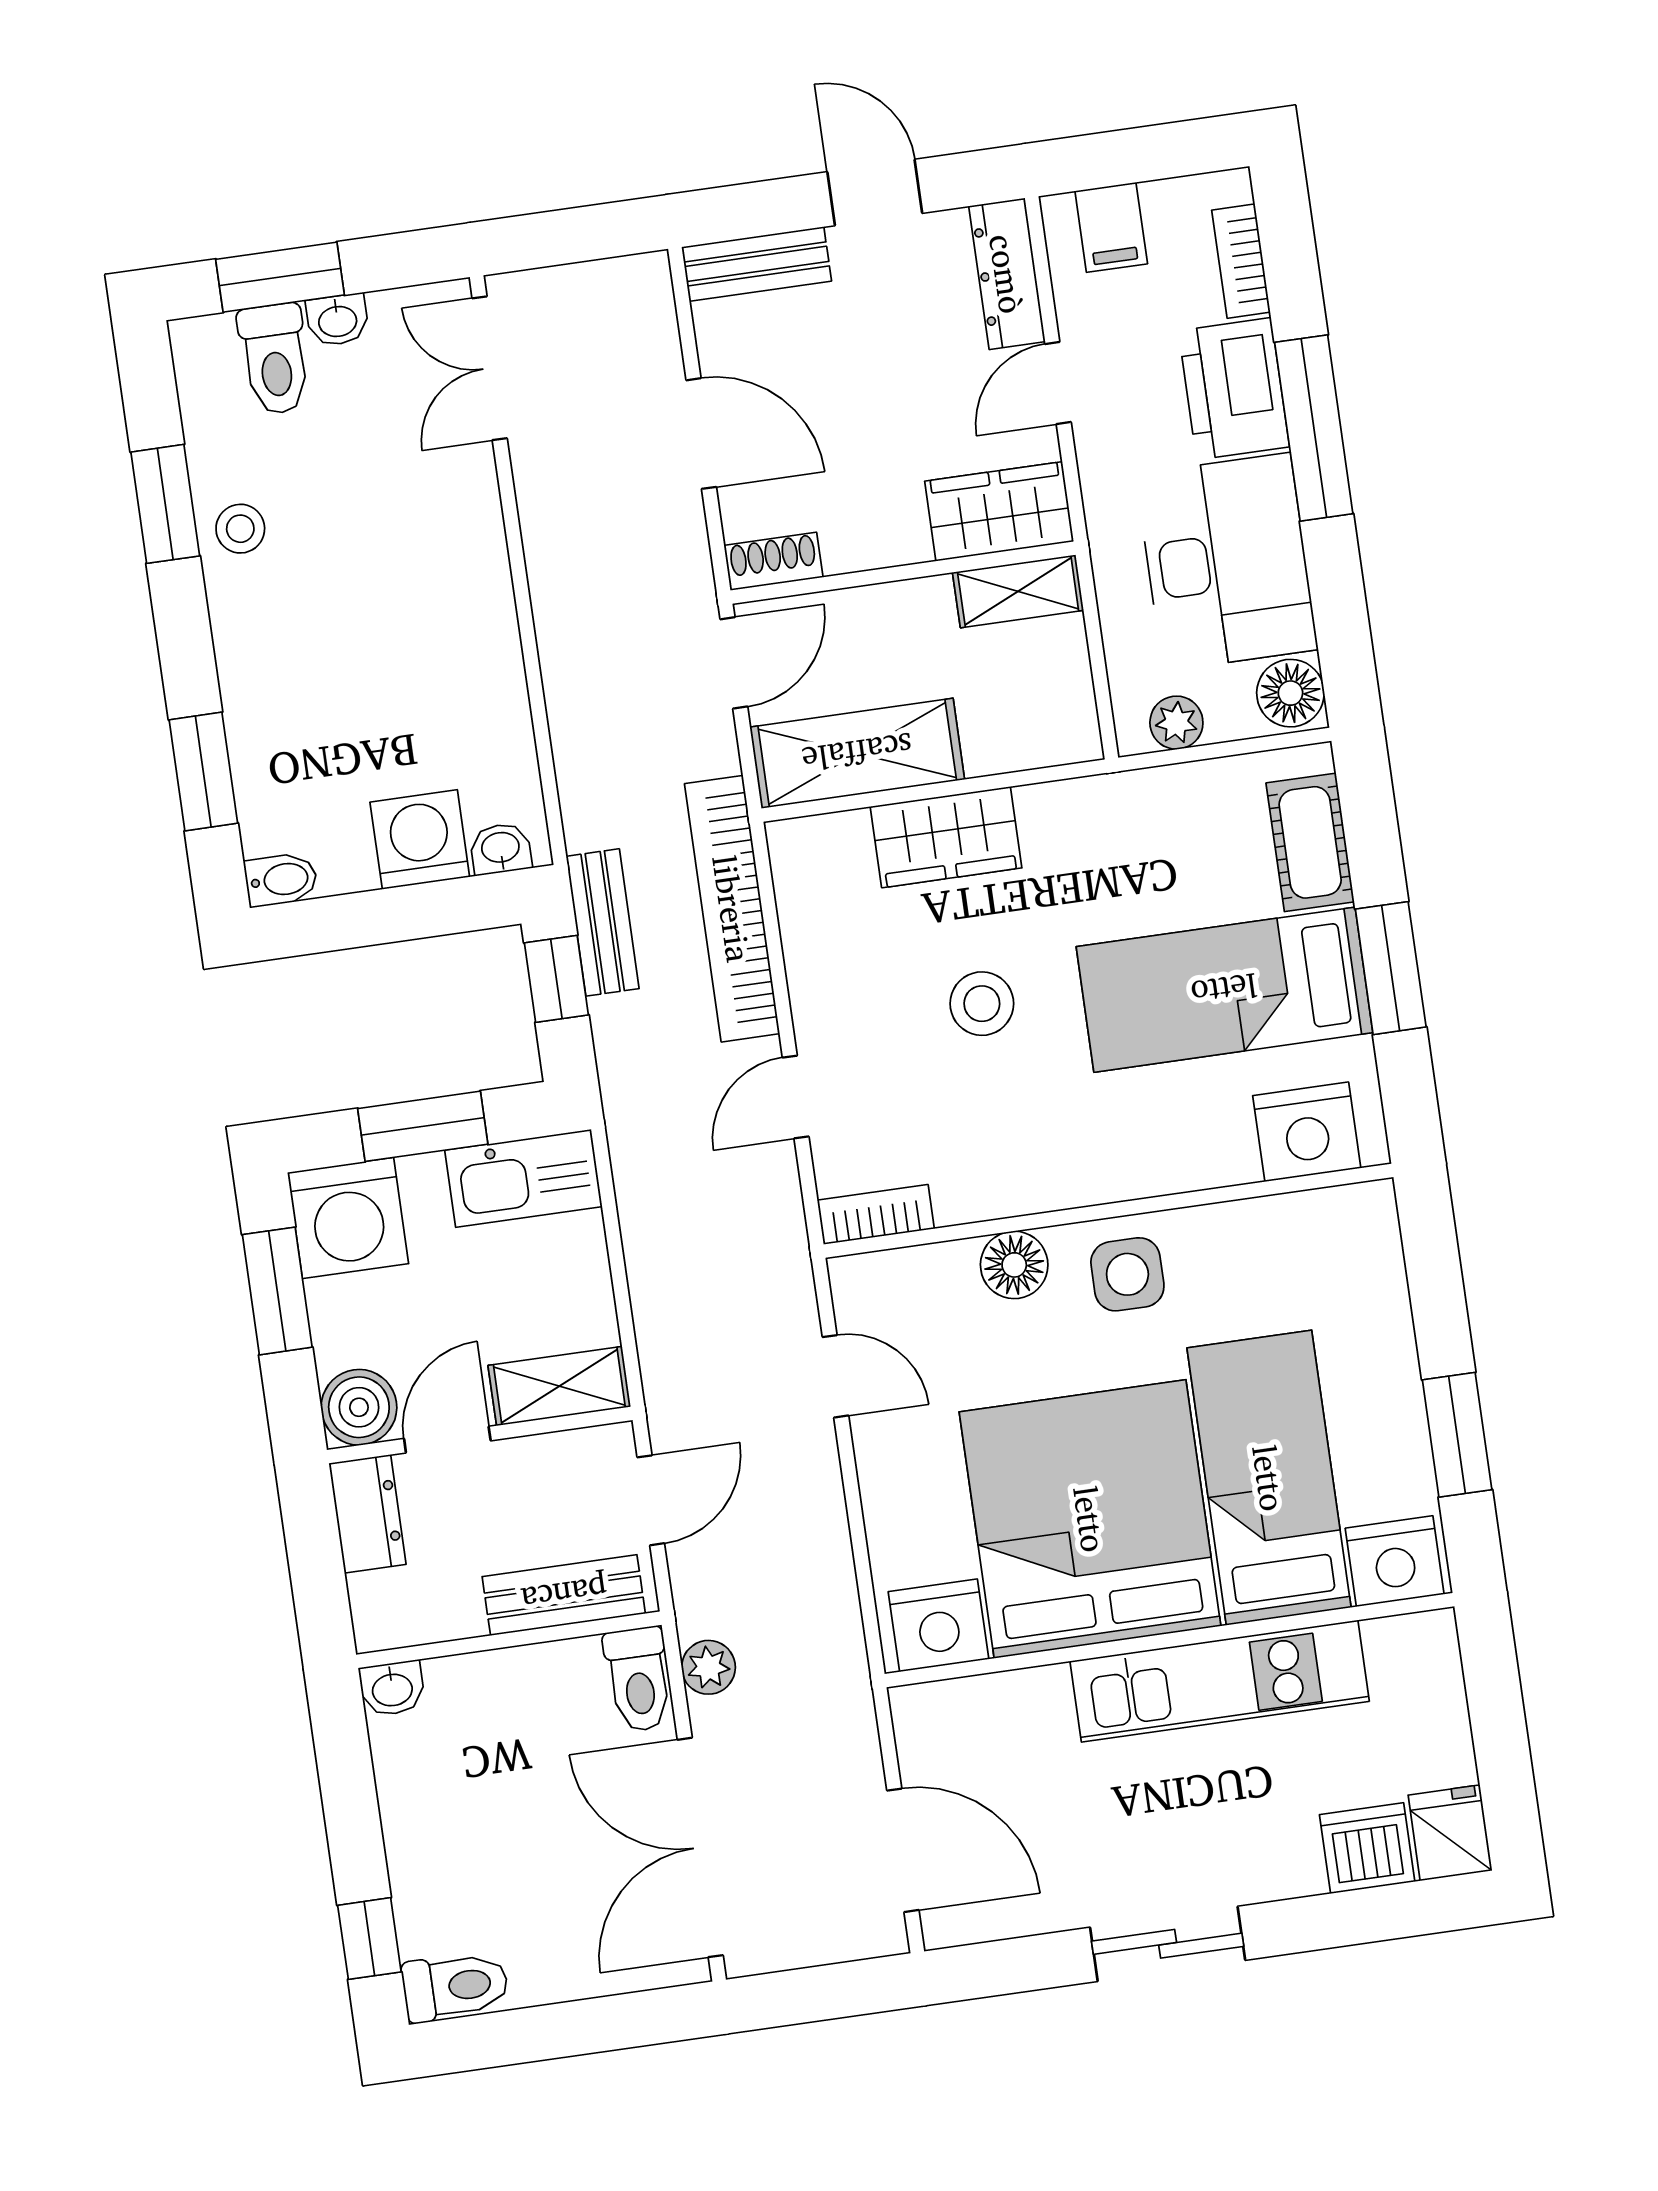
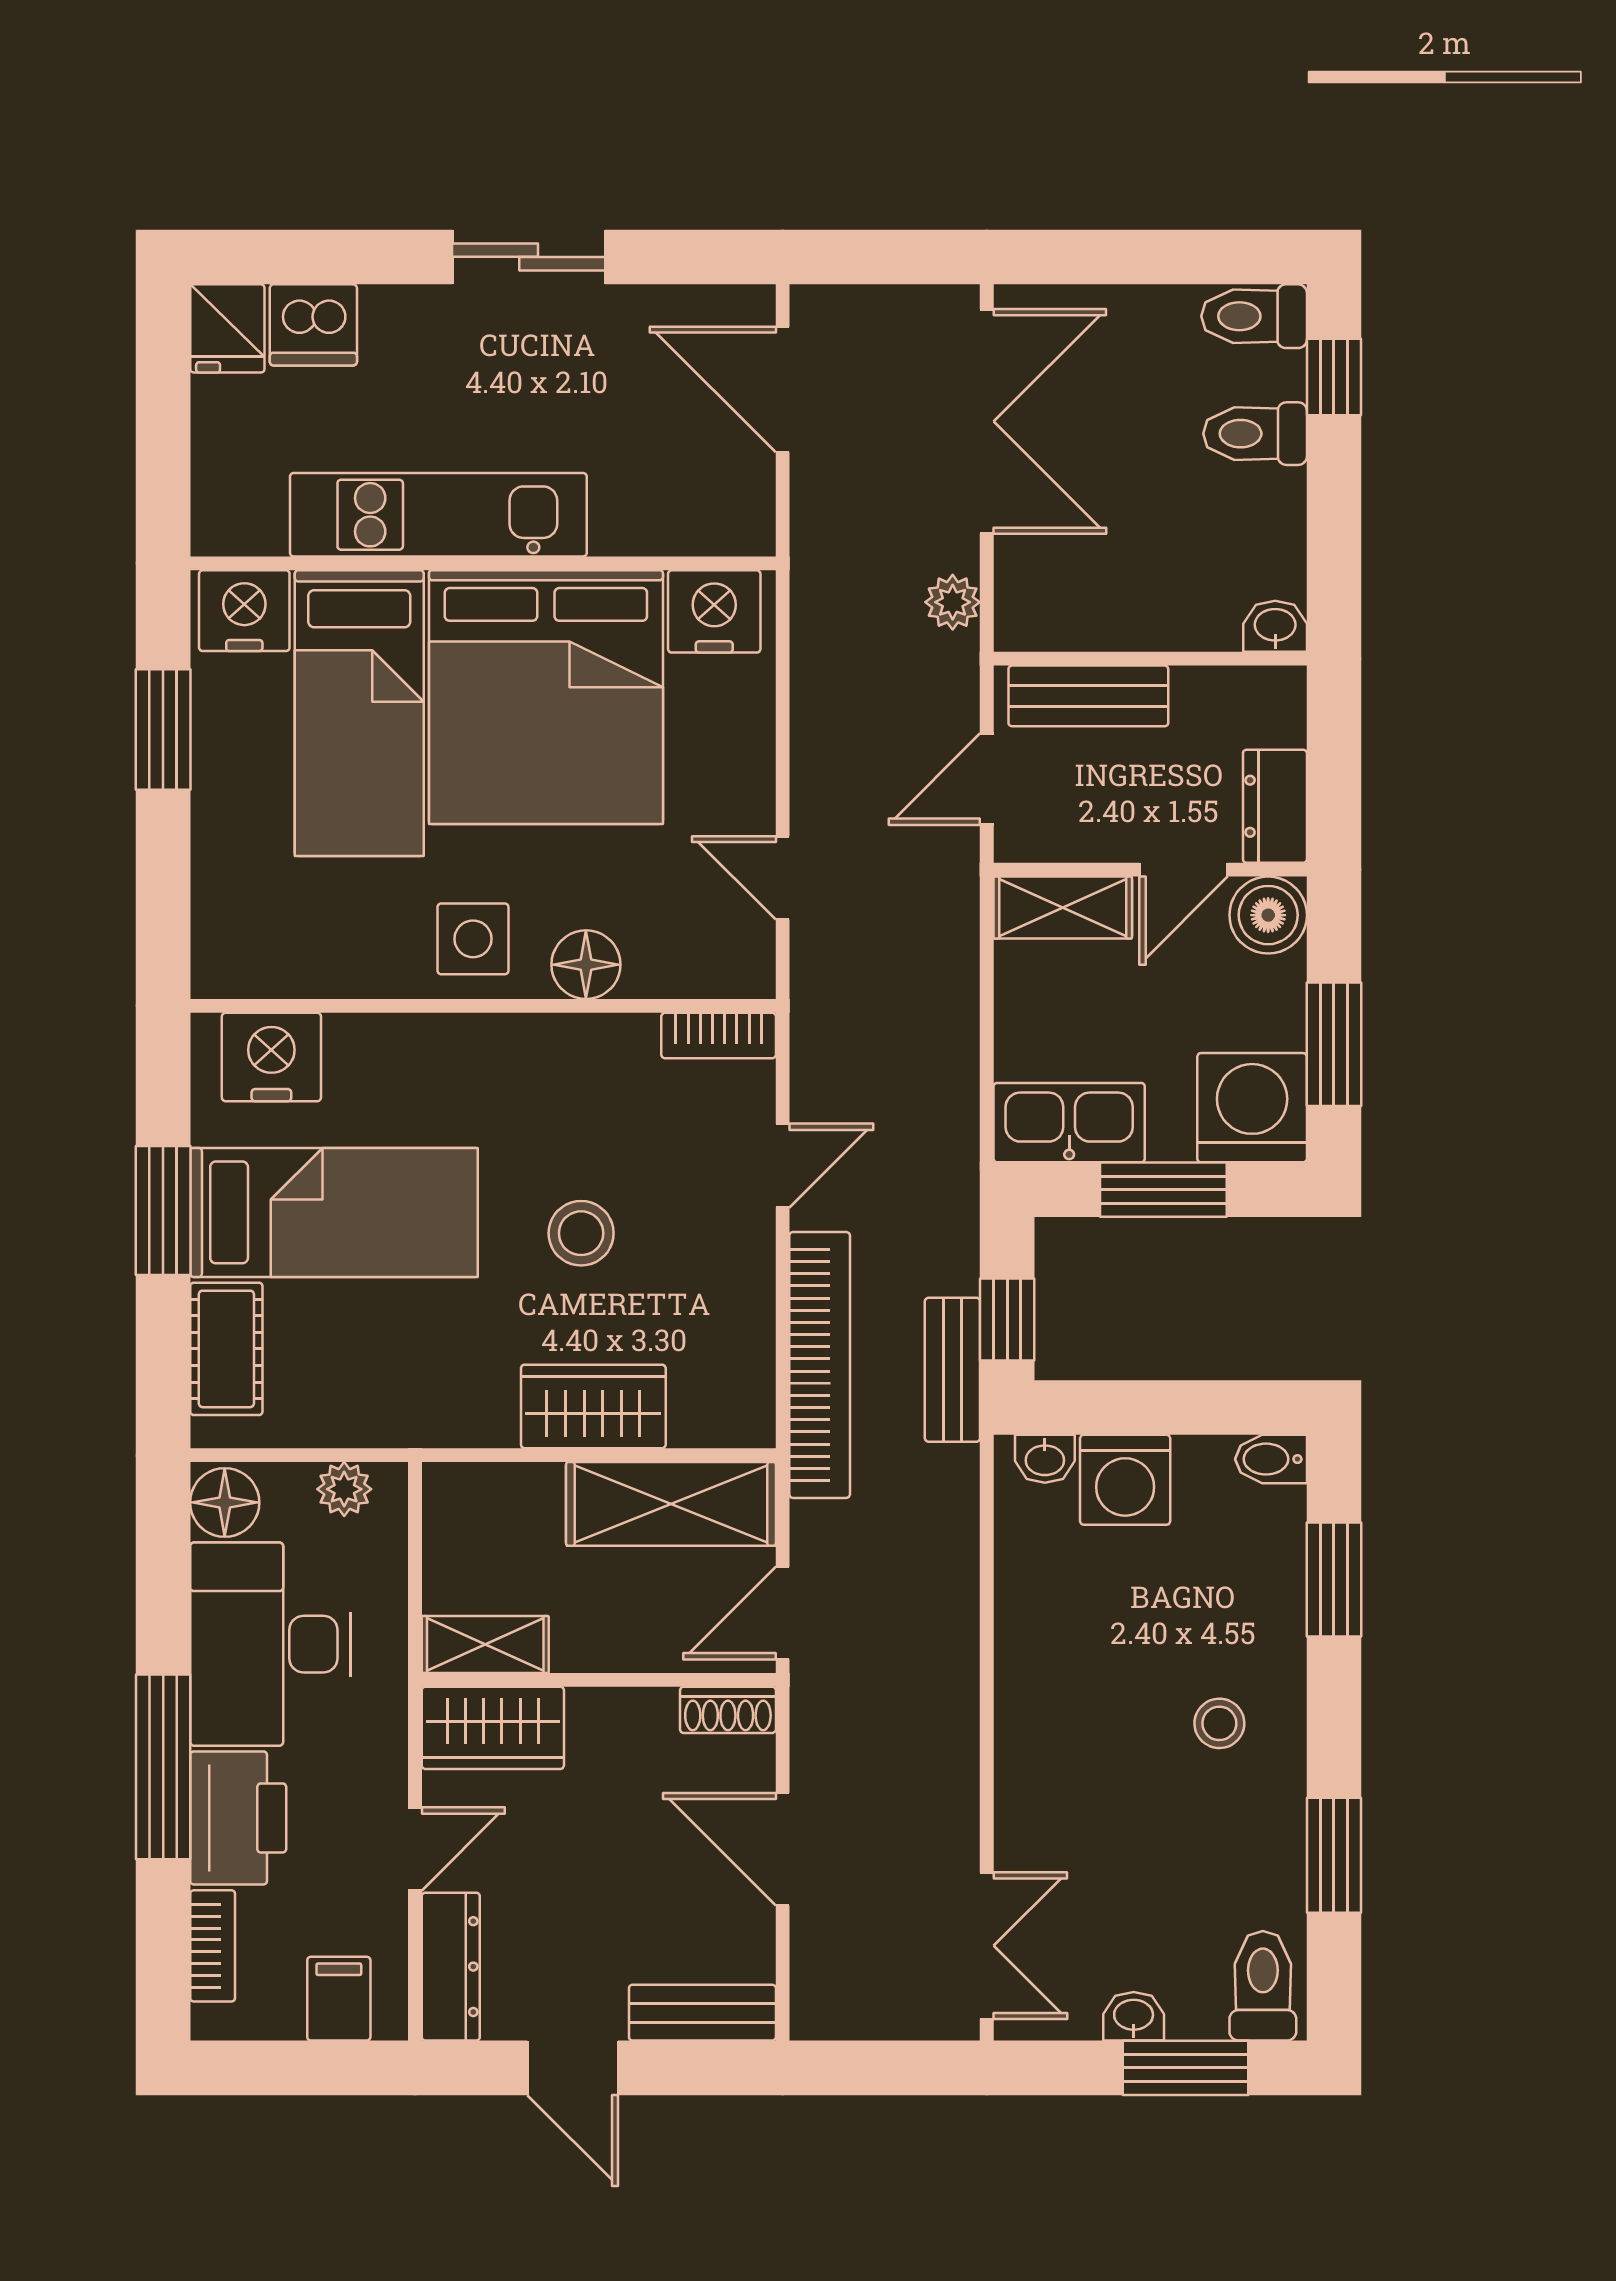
toilet: (275, 359) -> (1263, 1986), moved
stool: (240, 529) -> (1219, 1723), moved
toilet: (638, 1679) -> (1255, 434), moved, turned -90

